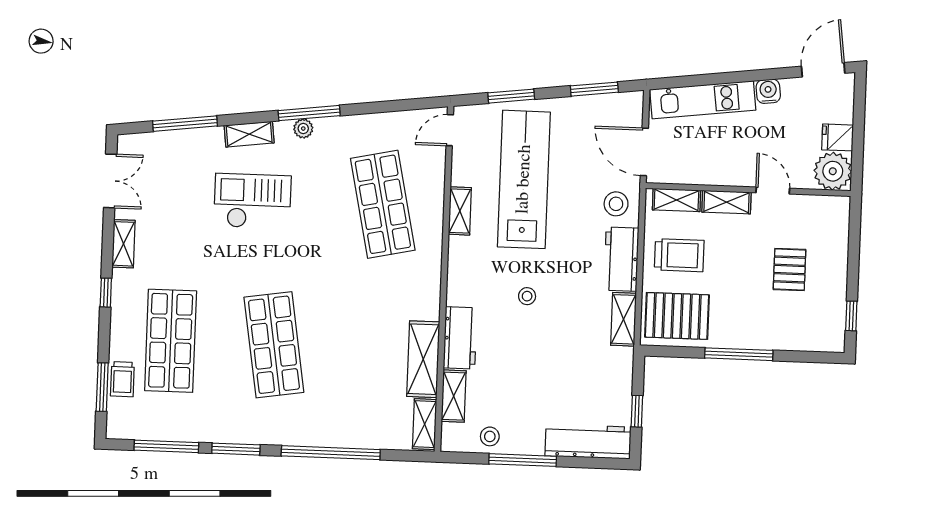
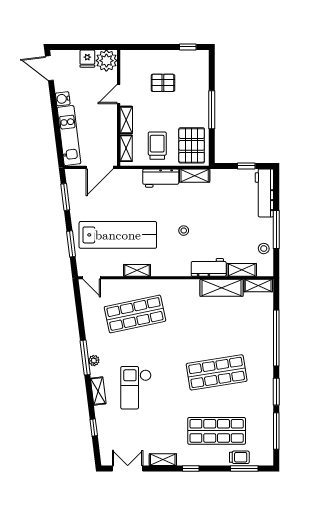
window: (185, 124) -> (94, 427), width x0.46
lab bench: (524, 179) -> (118, 235), turned 180
stool: (616, 204) -> (130, 182), removed

